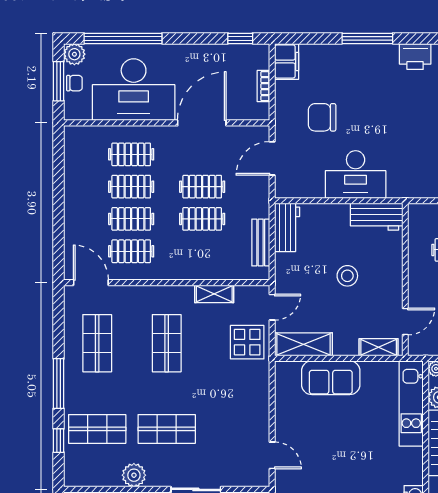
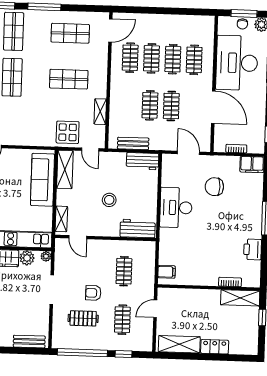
chair: (322, 117) -> (214, 187), turned -90
workbench: (377, 217) -> (138, 229), moved, turned 90
sofa: (331, 378) -> (43, 180), width x1.36

